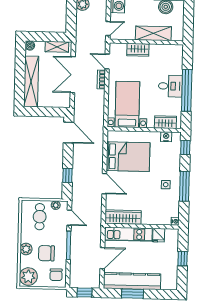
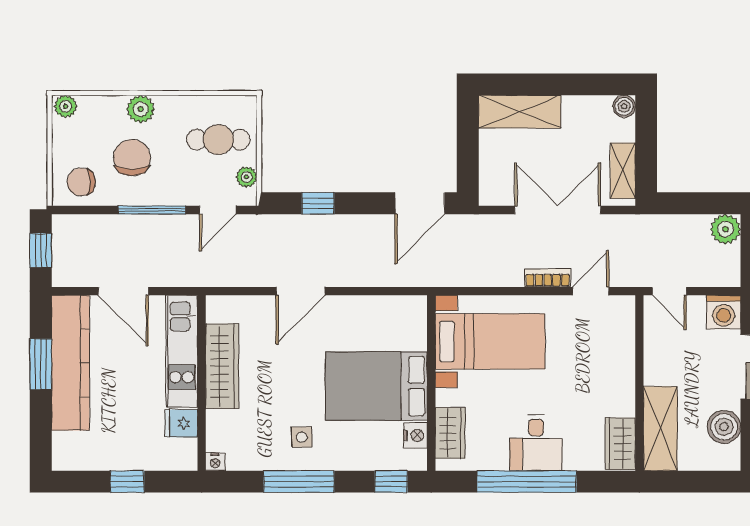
shelving: (153, 33) -> (660, 429), moved
wardrobe: (138, 50) -> (620, 444), moved
shelving: (31, 81) -> (520, 112), width x0.68
bed: (128, 157) -> (376, 386), moved, turned 90
wardrobe: (123, 217) -> (222, 366), moved
plant: (28, 277) -> (66, 106), width x0.53, depth x0.53

